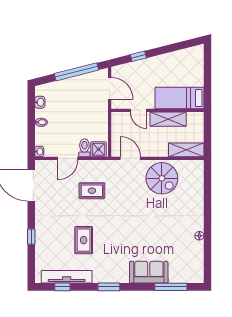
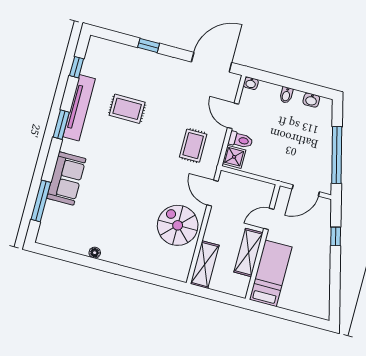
door: (130, 158) -> (213, 193), swing flipped
spiral stairs: (162, 178) -> (178, 225), turned 90
rug: (92, 191) -> (193, 146), moved
tv unit: (67, 277) -> (79, 108), moved

